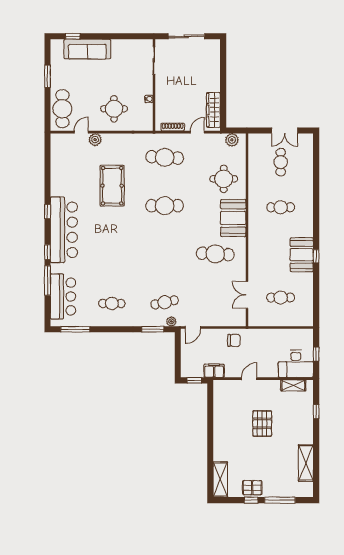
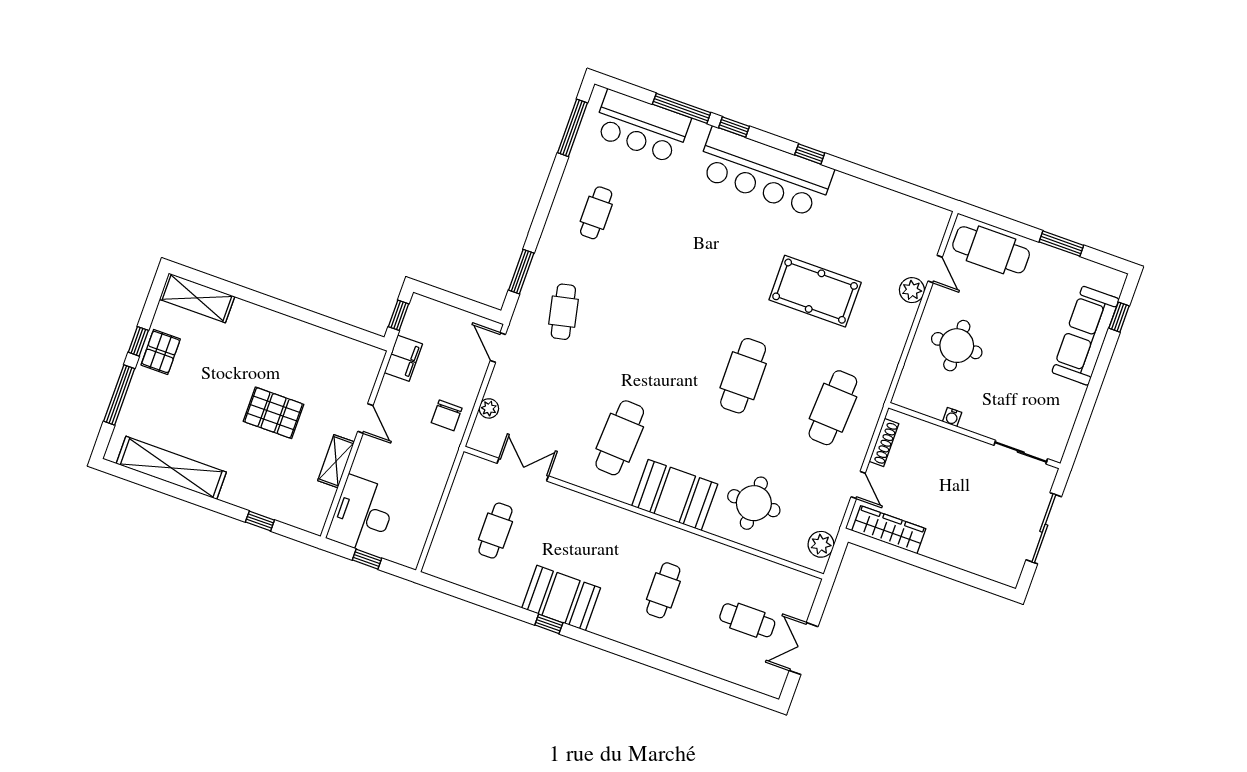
plant: (171, 321) -> (489, 408), moved
shelving: (293, 385) -> (336, 461), moved
shelving: (306, 463) -> (171, 468), width x1.47

